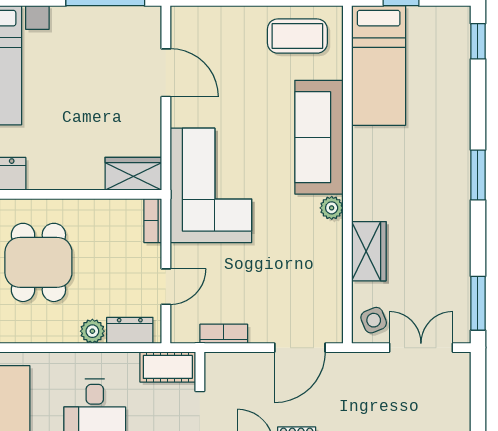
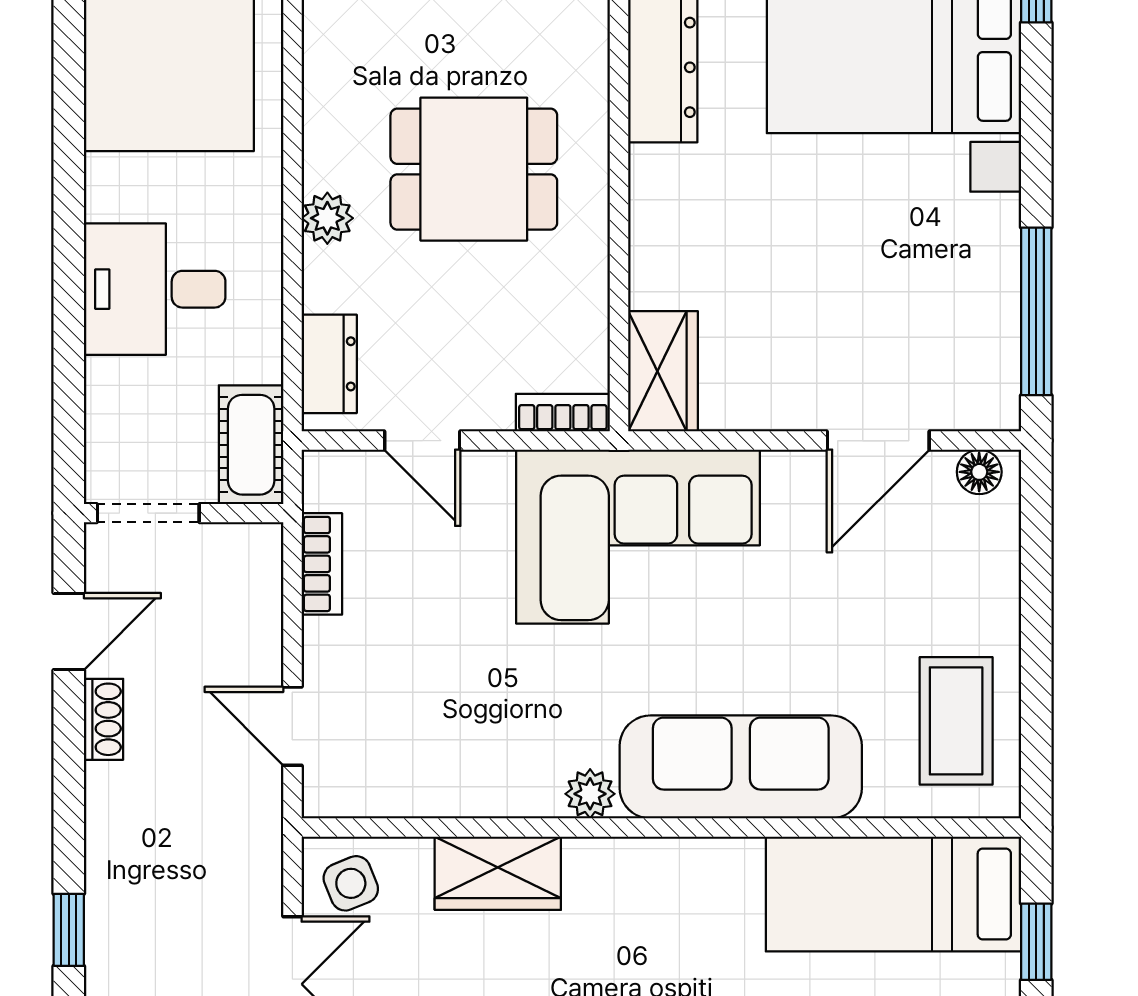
floor lamp: (181, 25) -> (979, 472), added
plant: (92, 331) -> (327, 218), moved
door: (300, 348) -> (292, 726), width x0.73

